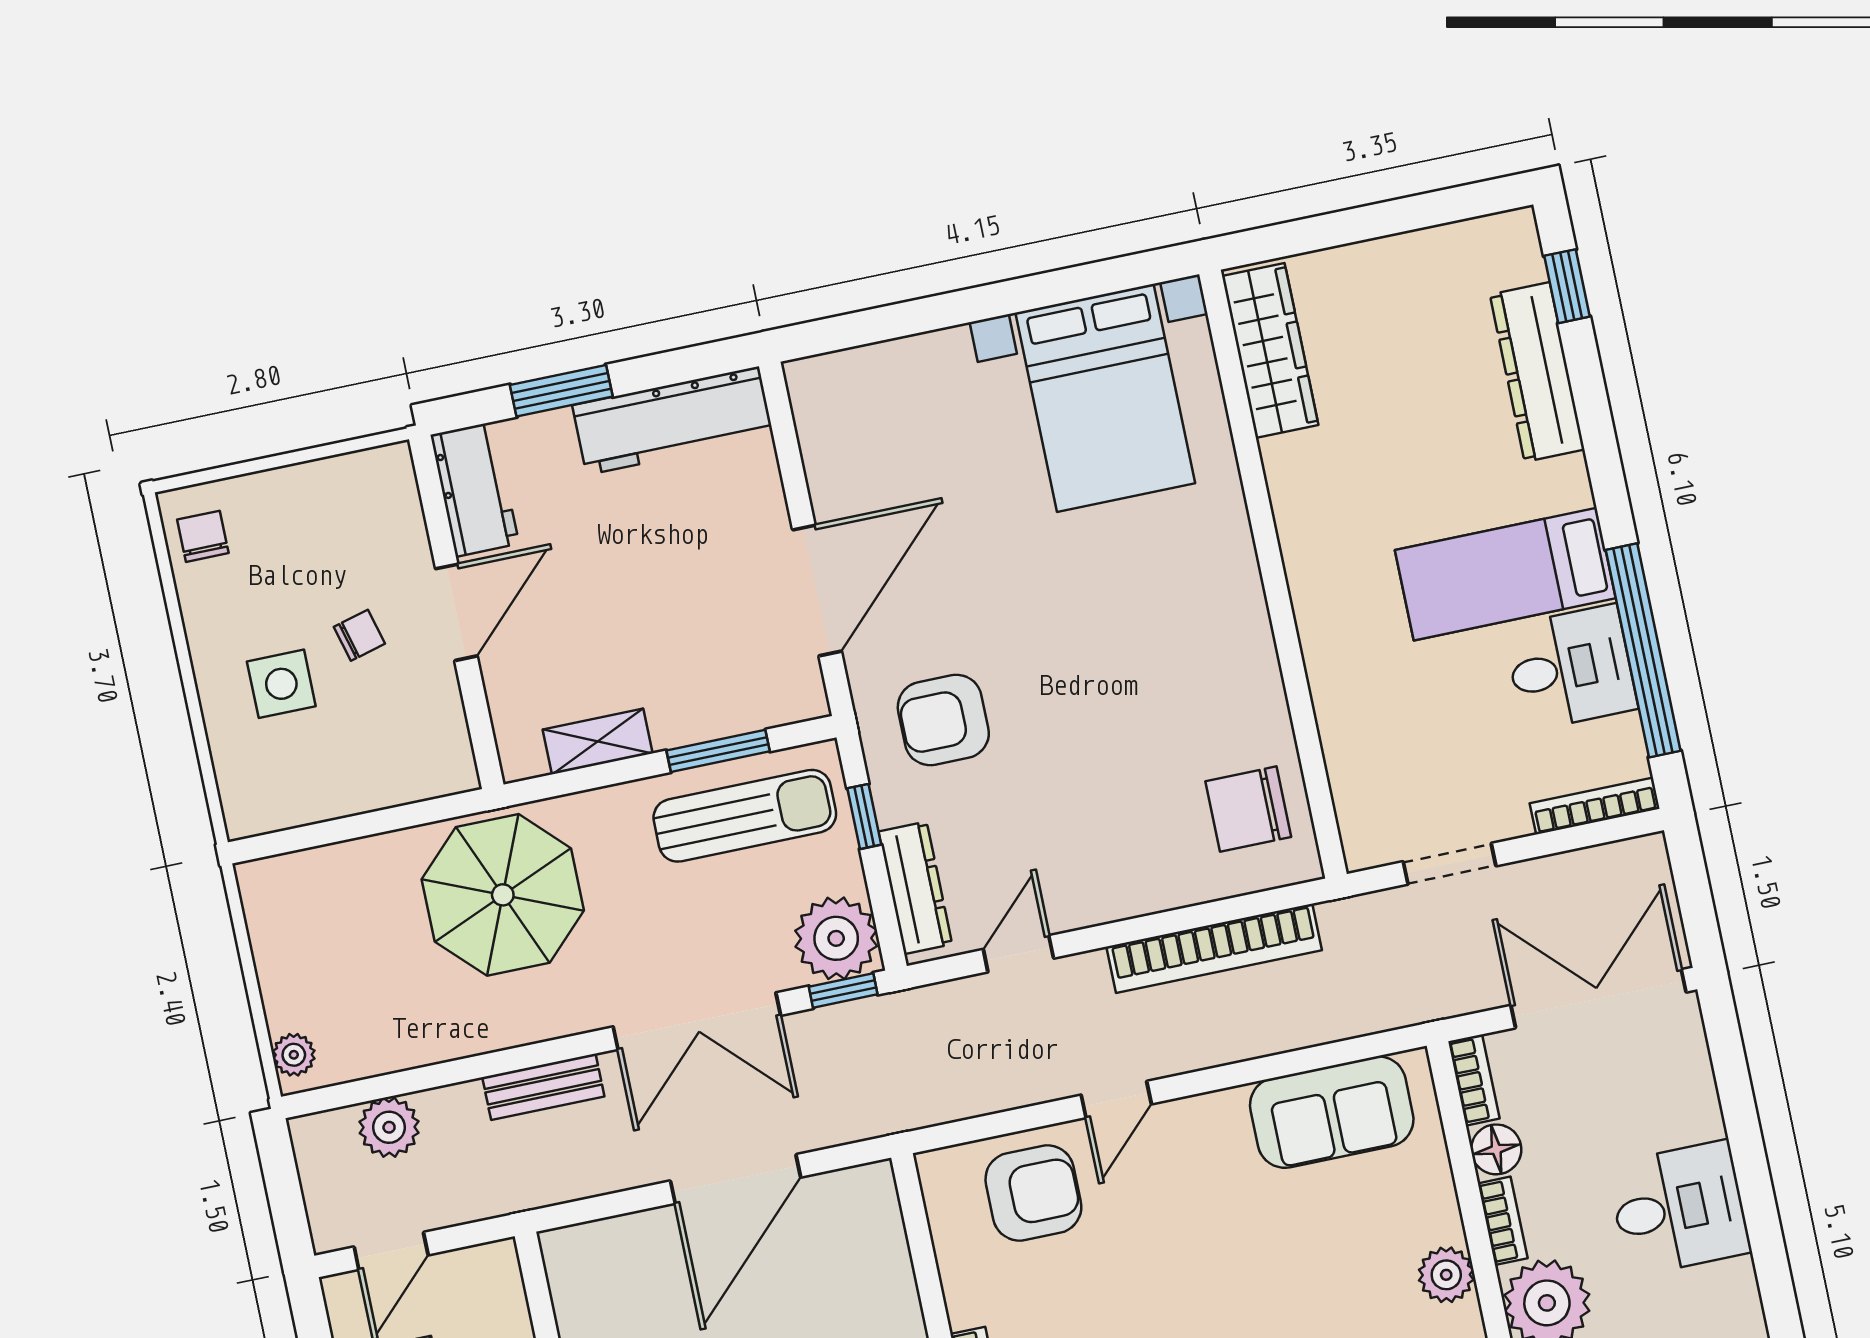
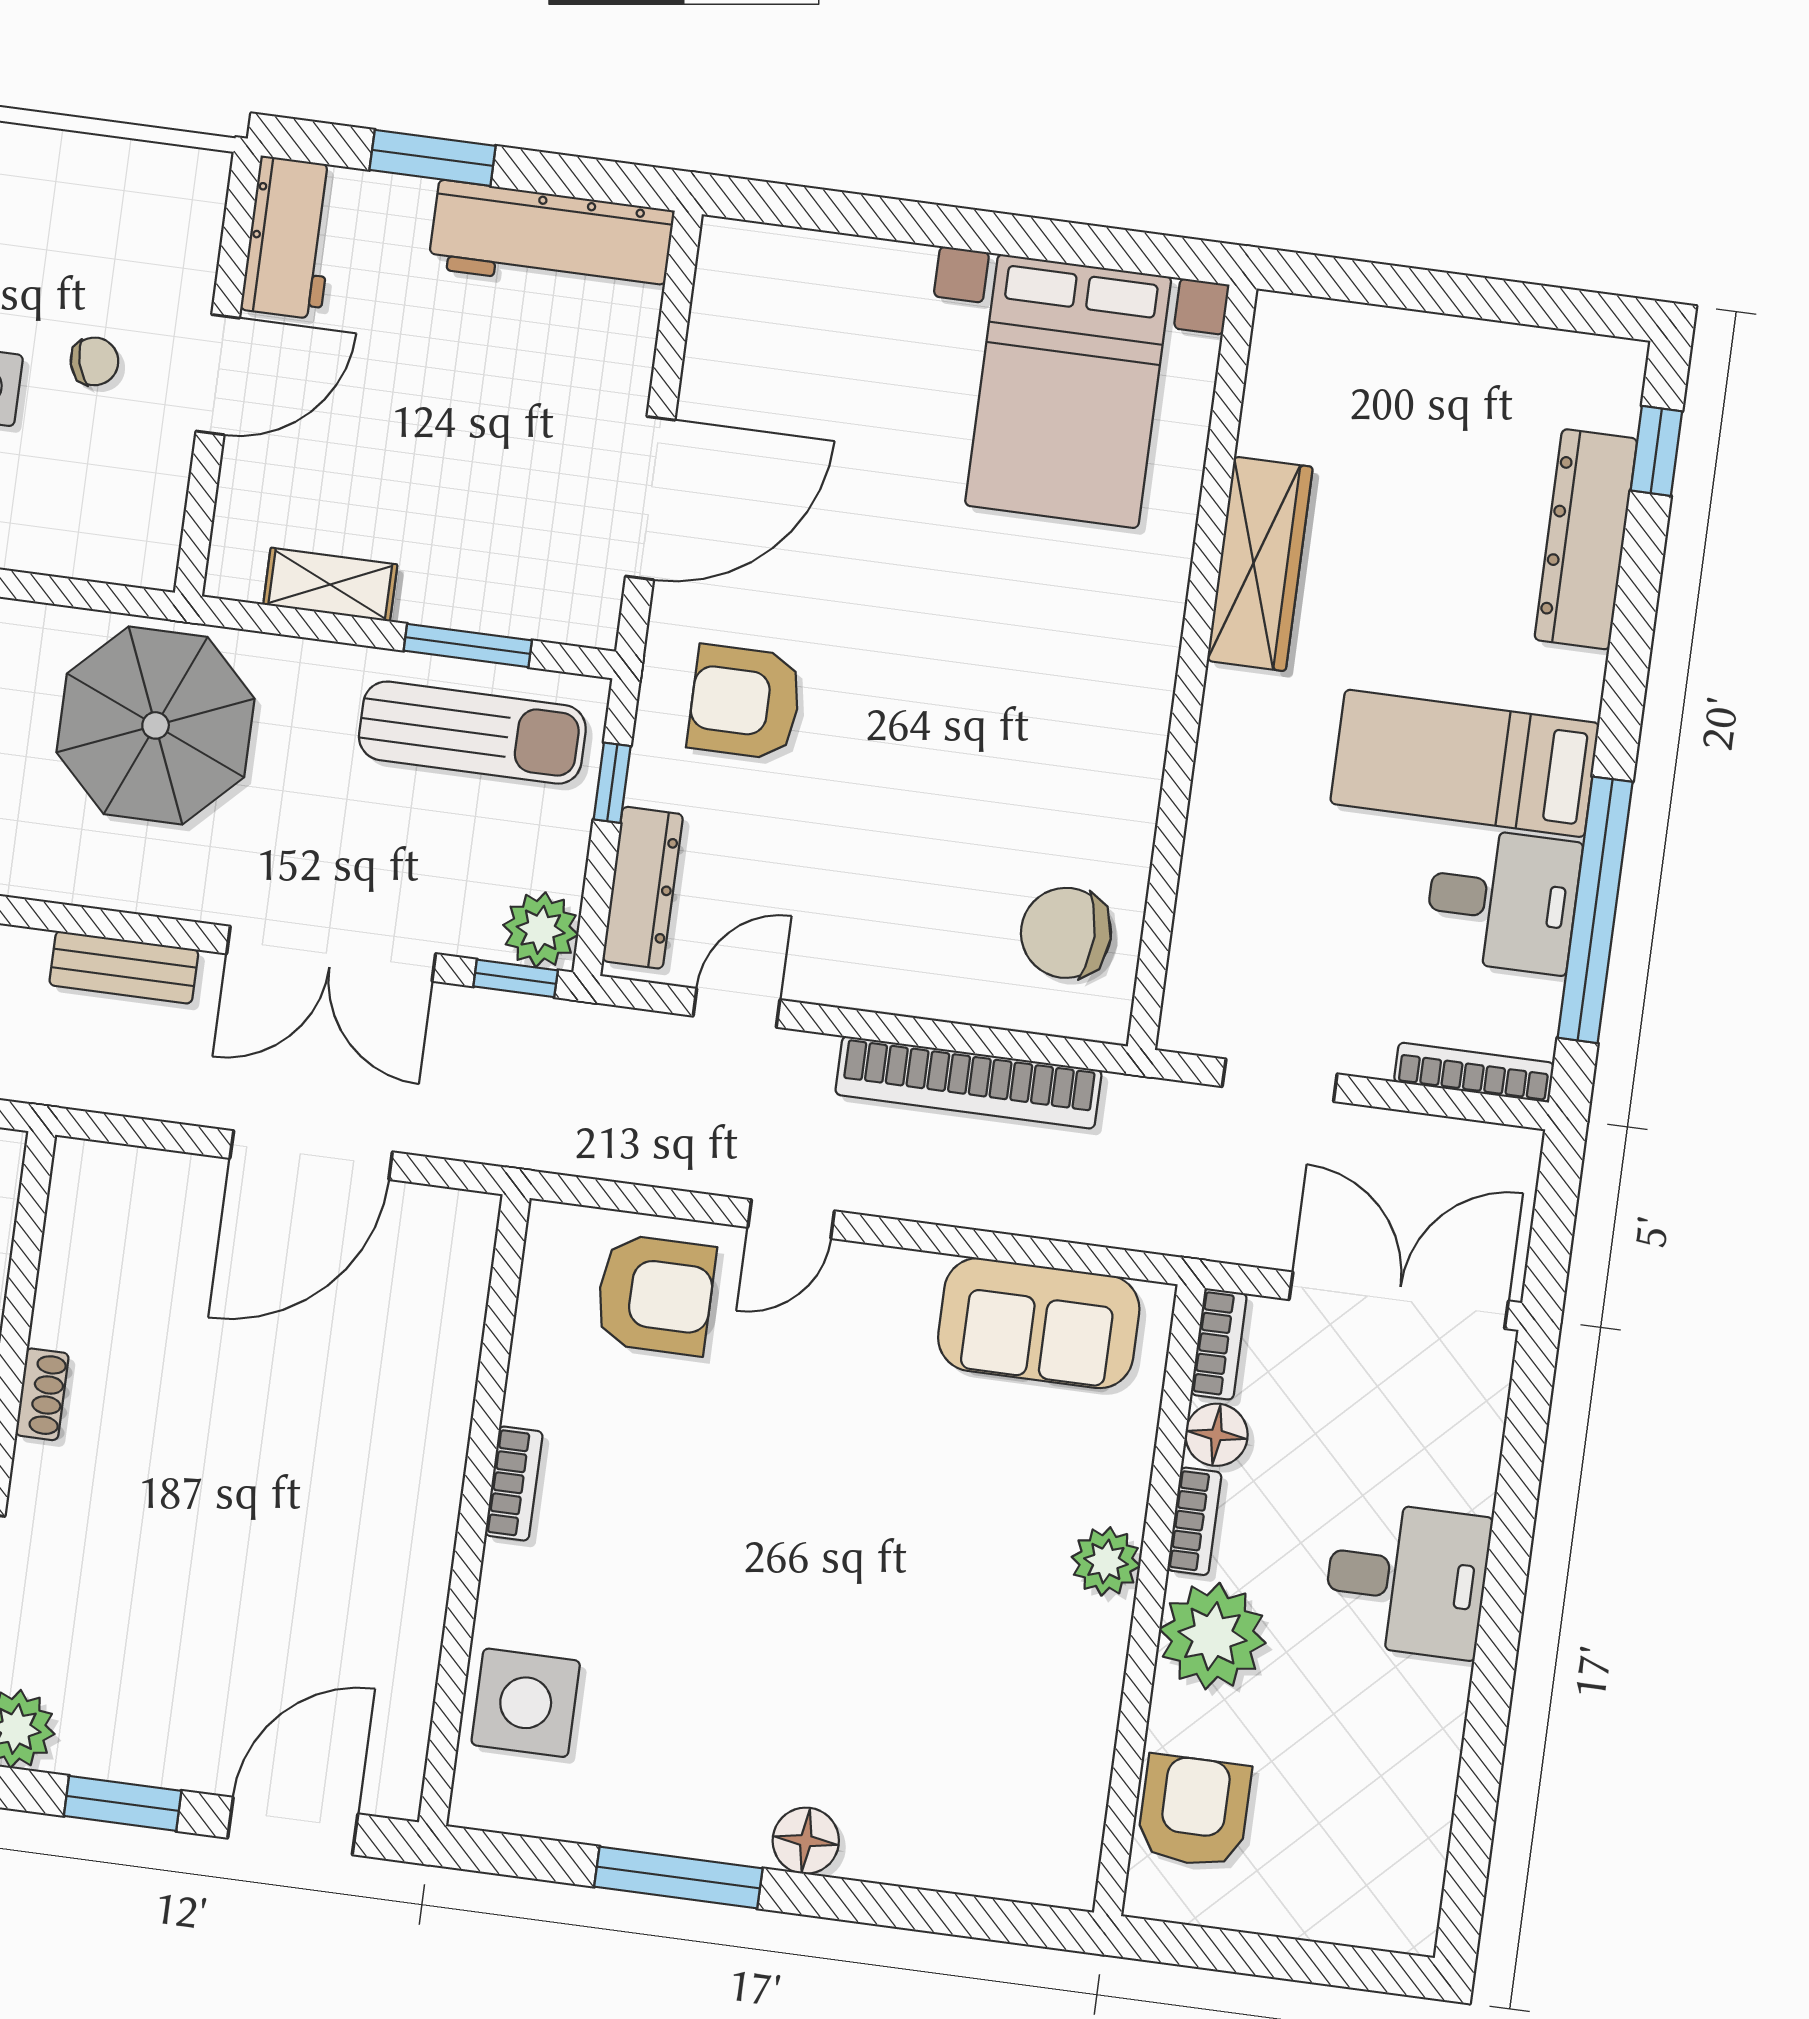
wardrobe: (1270, 351) -> (1260, 564), moved
plant: (836, 938) -> (541, 930), width x0.73, depth x0.73

